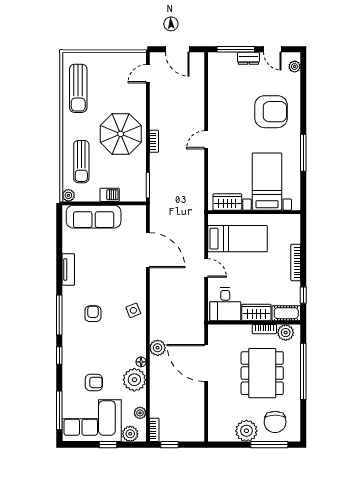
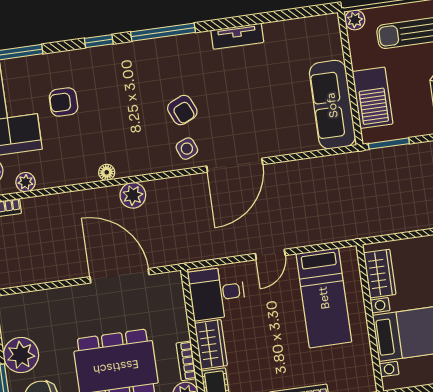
barbecue: (110, 195) -> (373, 98), width x1.88, depth x1.53
sofa: (94, 217) -> (332, 105), moved
door: (148, 250) -> (235, 165), moved
armchair: (93, 314) -> (182, 110), moved, turned 66
door: (206, 363) -> (119, 276), hinge flipped
plant: (134, 380) -> (77, 166), removed
armchair: (94, 382) -> (64, 102), turned 90

